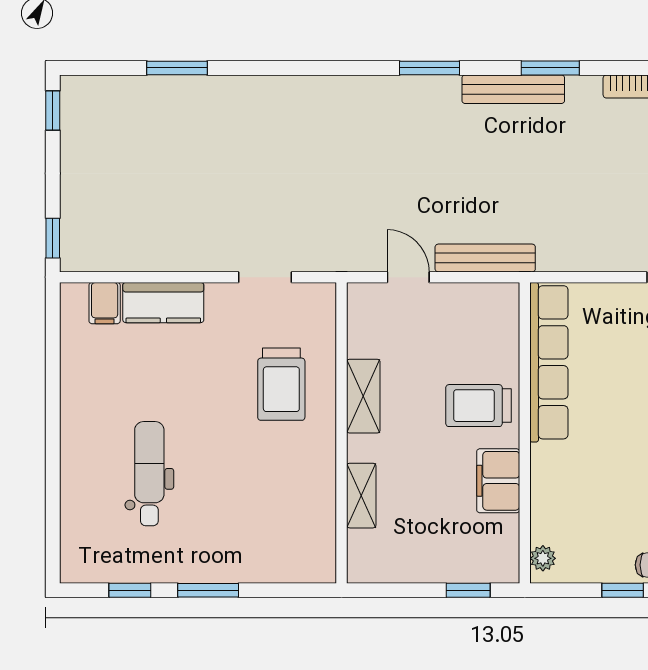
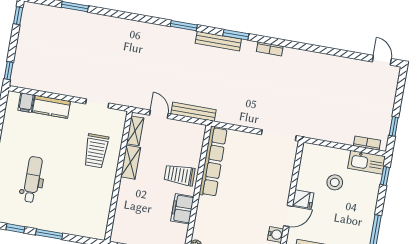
shelving: (361, 496) -> (135, 131), moved

